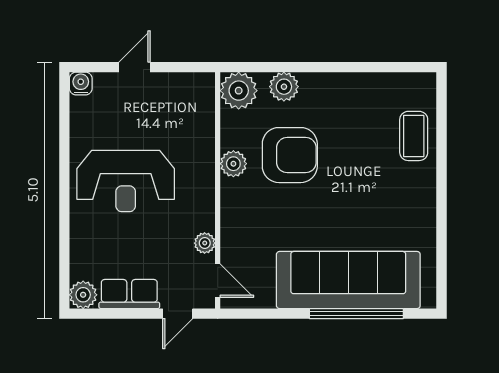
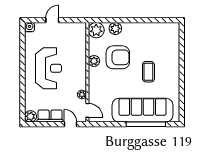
coffee table: (414, 136) -> (148, 72), moved
reception desk: (126, 181) -> (49, 68), turned -90
door: (178, 314) -> (70, 124), swing flipped

